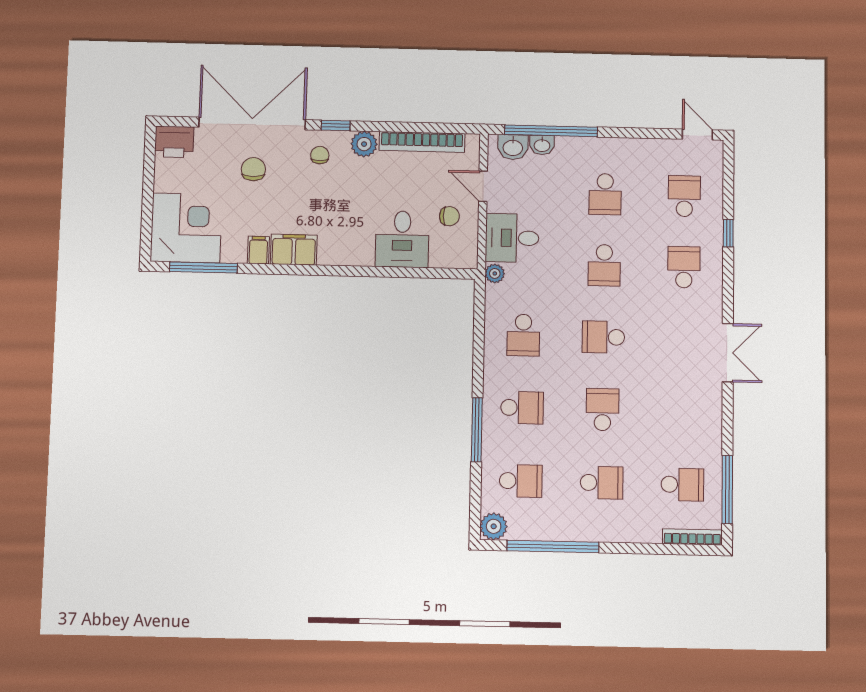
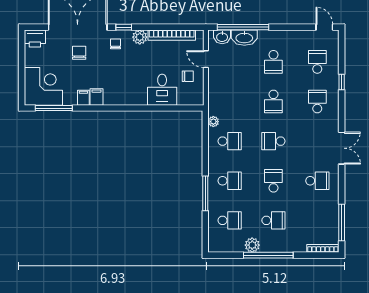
washbasin: (542, 145) -> (244, 38), width x1.91, depth x1.45
desk: (512, 238) -> (223, 88), removed
filing cabinet: (294, 250) -> (97, 97), width x0.50
plant: (495, 273) -> (213, 122), moved
school desk: (523, 335) -> (230, 141), turned -90
school desk: (682, 485) -> (317, 181), moved
plant: (494, 526) -> (252, 245), moved
window: (553, 547) -> (268, 255), moved

